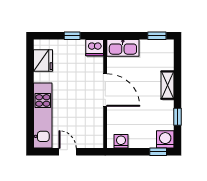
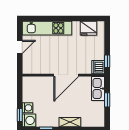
window: (72, 36) -> (107, 61), moved
window: (157, 36) -> (107, 100), moved
washing machine: (121, 141) -> (28, 108), moved

